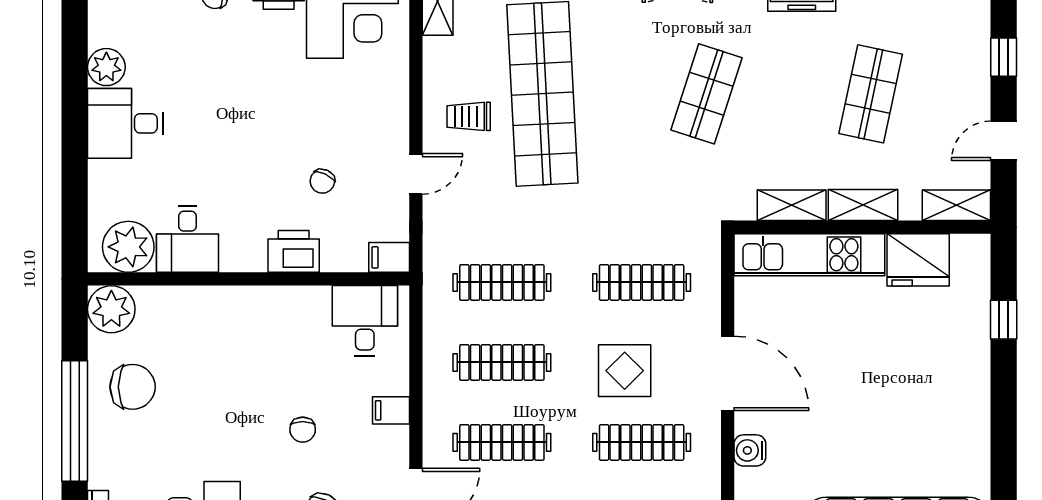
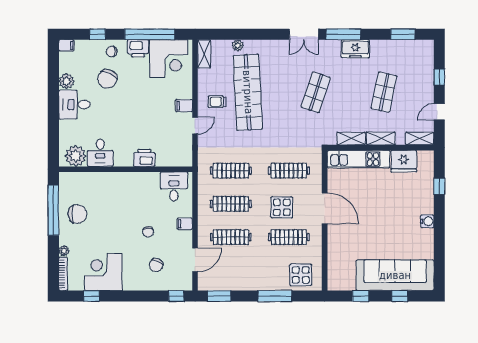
chair: (322, 181) -> (107, 79), moved, width x1.87, depth x1.87
filing cabinet: (389, 257) -> (184, 106), moved
plant: (111, 309) -> (64, 251), moved, width x0.53, depth x0.53
window: (75, 421) -> (53, 210), moved
water cooler: (750, 450) -> (427, 221), moved, turned 180

